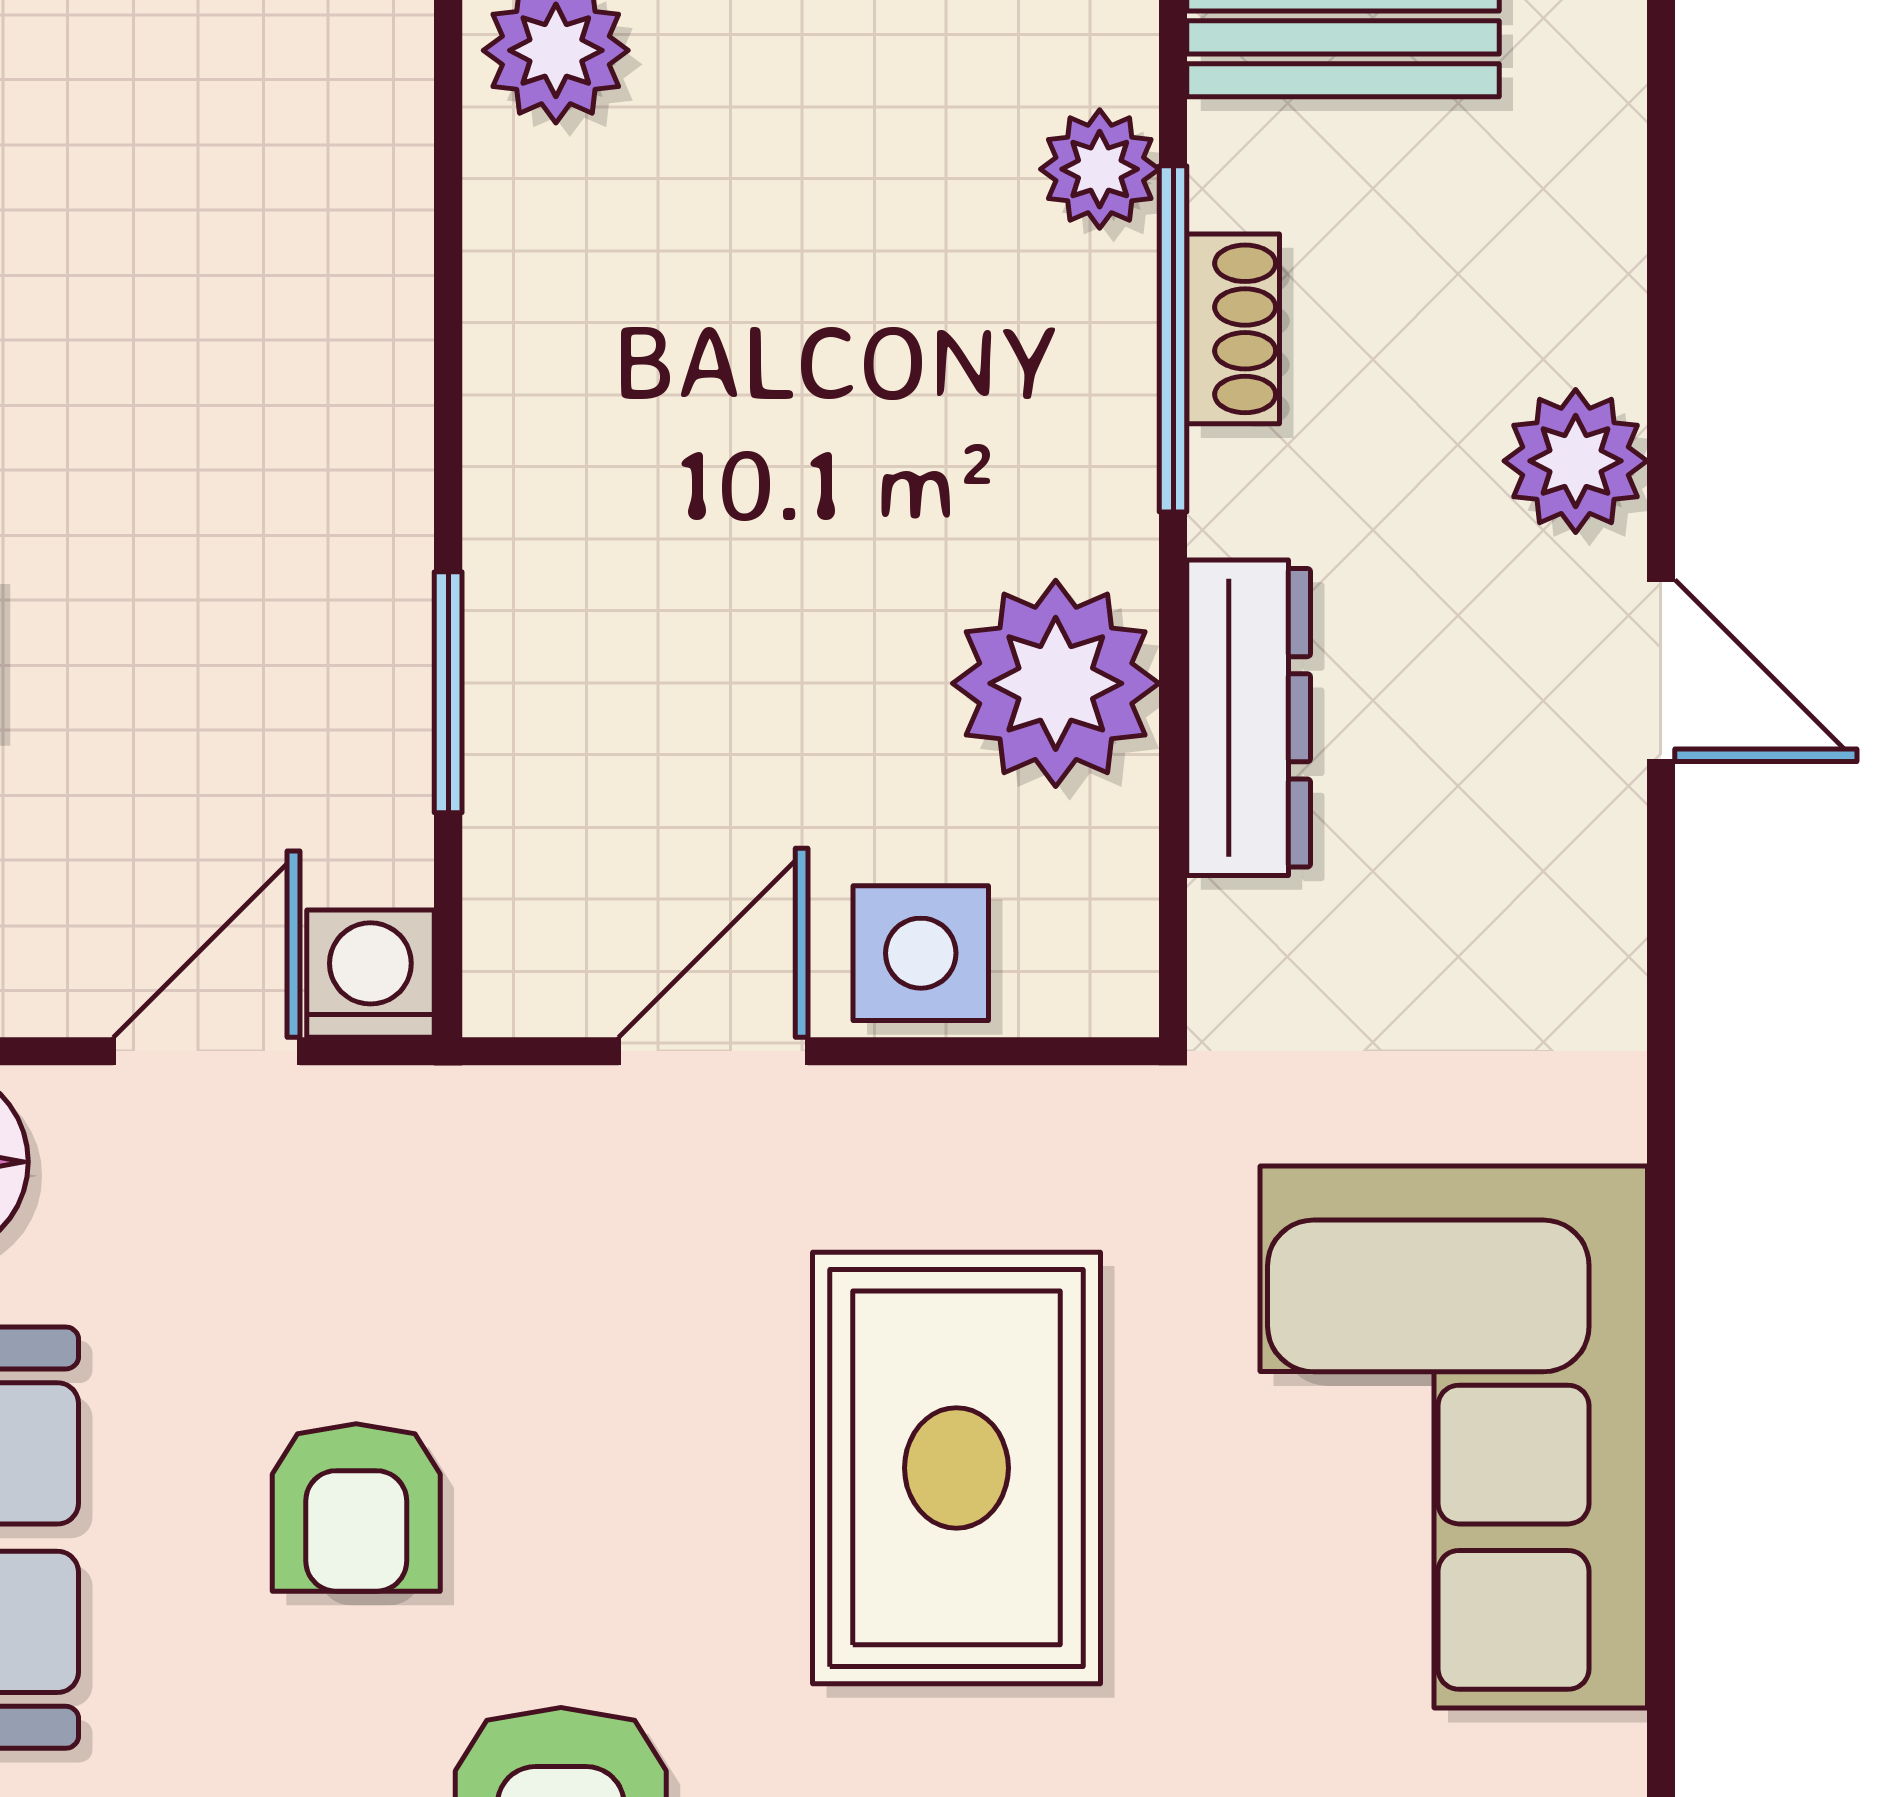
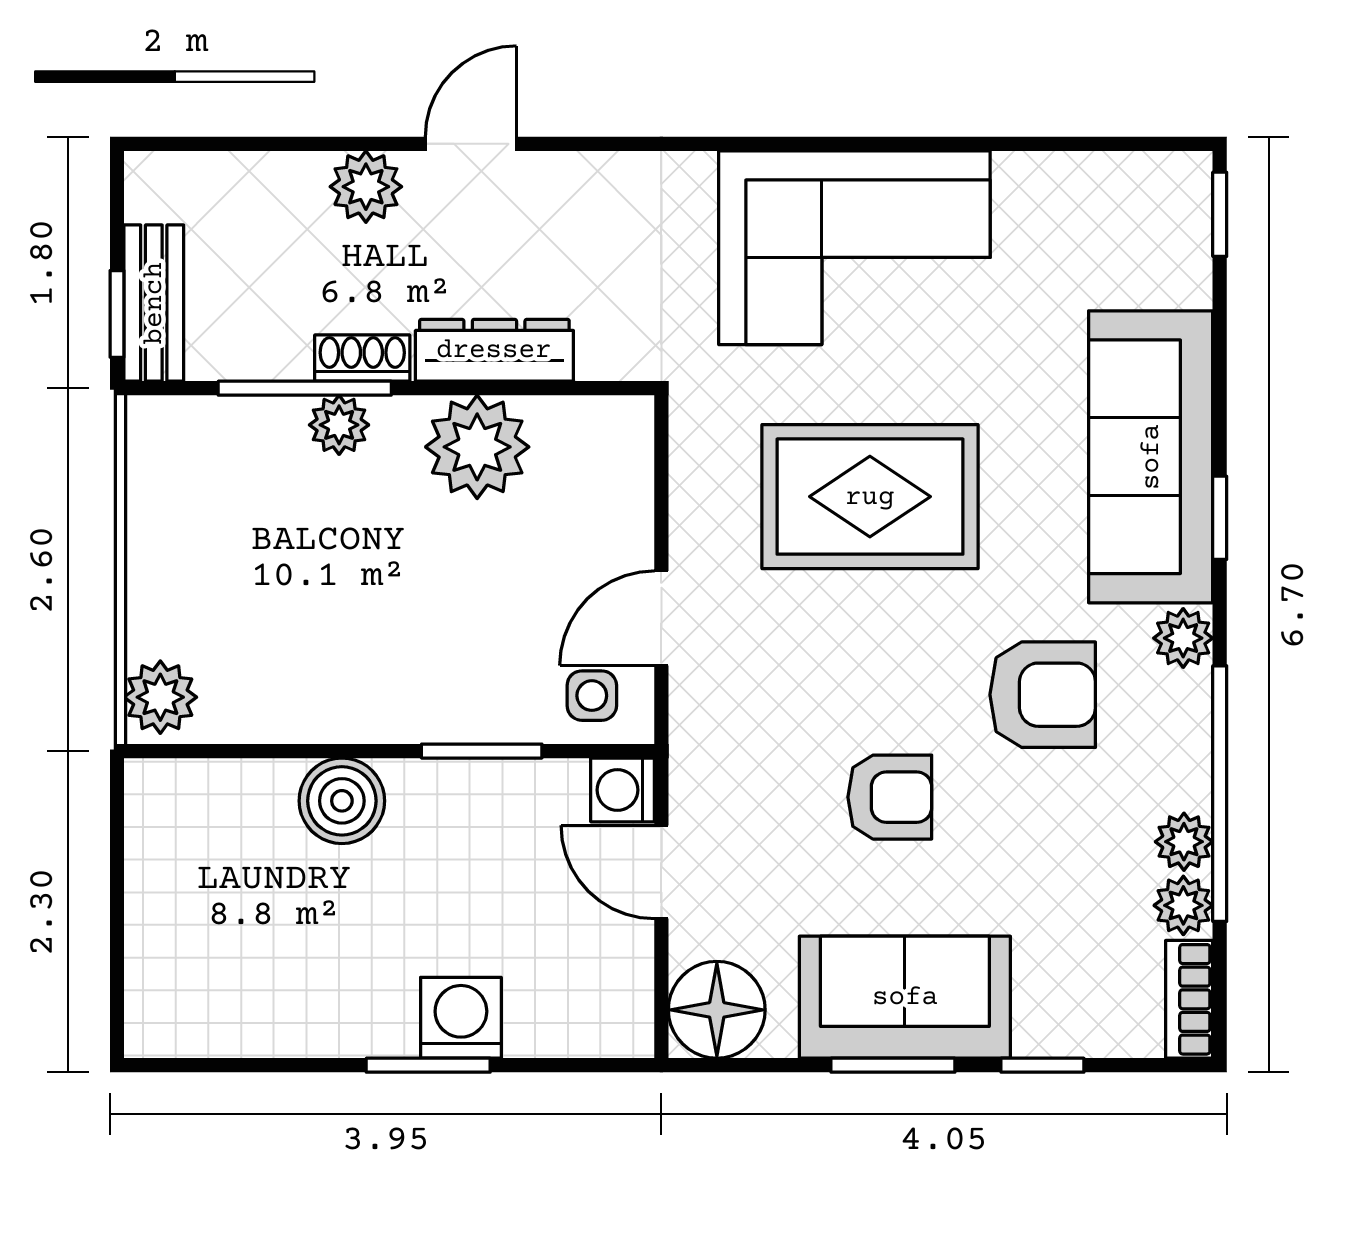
plant: (1100, 169) -> (339, 425), moved
shoe rack: (1233, 329) -> (362, 358), moved
boiler: (349, 413) -> (342, 801), added
side table: (921, 953) -> (592, 696), moved, width x0.73, depth x0.73
door: (713, 1051) -> (661, 618), hinge flipped

